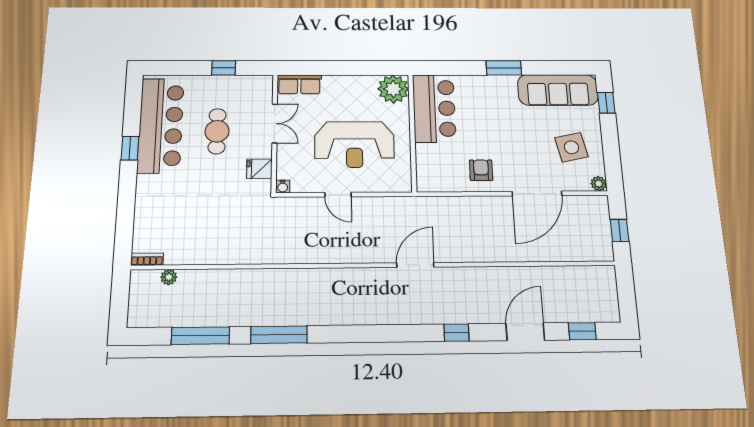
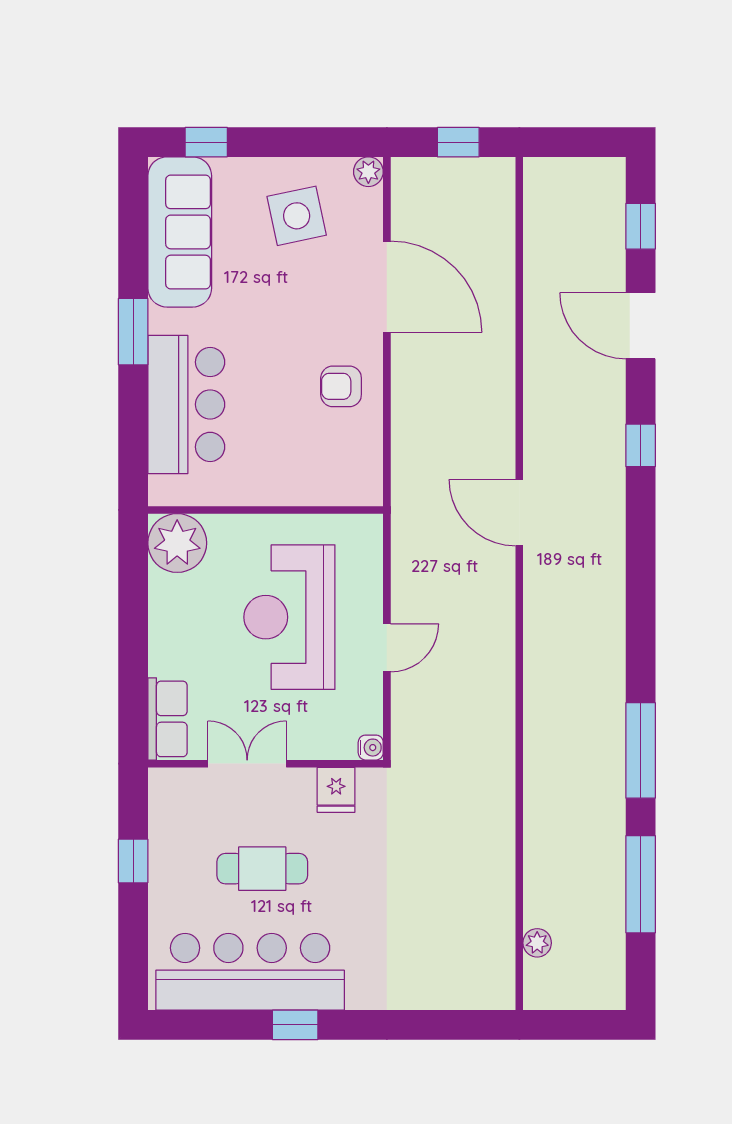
bar counter: (434, 108) -> (186, 404), moved, turned 90
reception desk: (354, 144) -> (289, 617), turned 180
bookcase: (147, 259) -> (504, 982), removed

